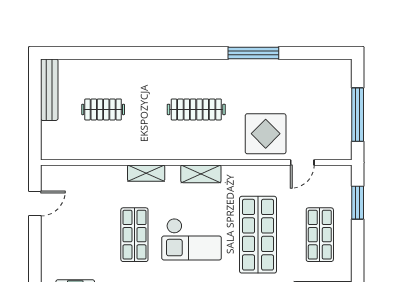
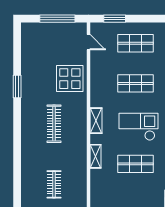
window: (253, 53) -> (17, 86), width x0.69
door: (302, 162) -> (88, 42), moved
shop shelf: (258, 235) -> (136, 83), width x0.70, depth x0.74
checkout: (192, 239) -> (139, 127), turned -90

